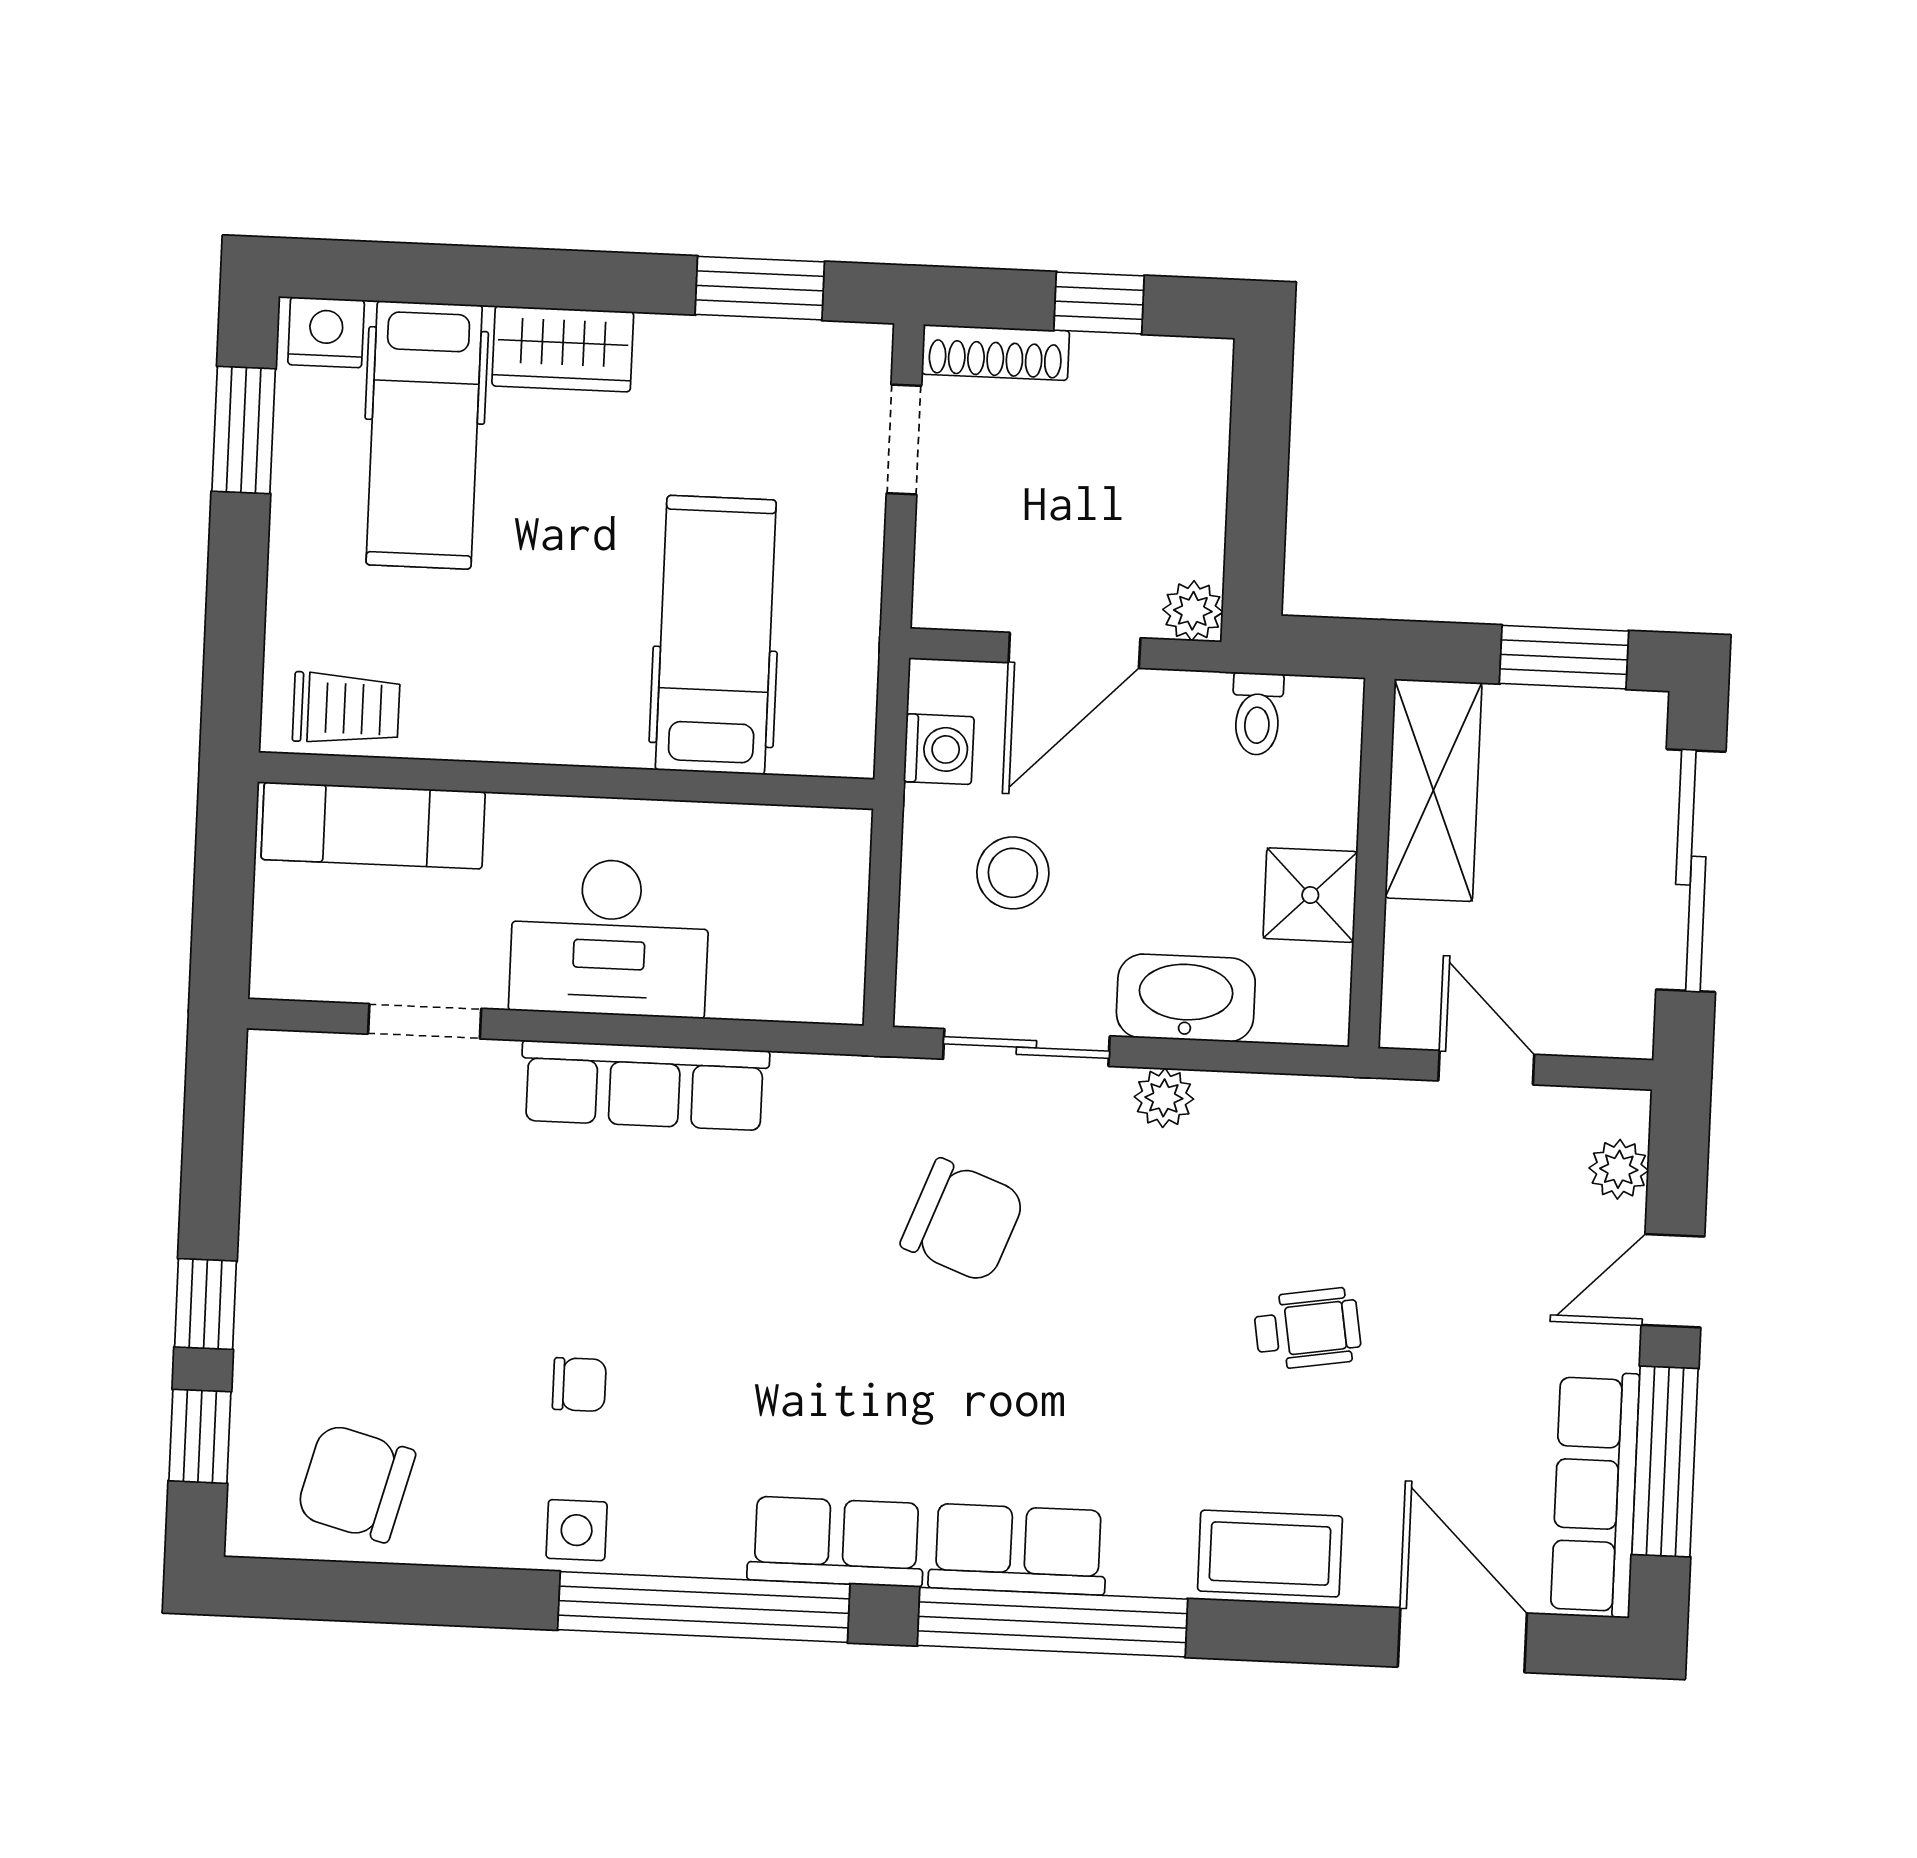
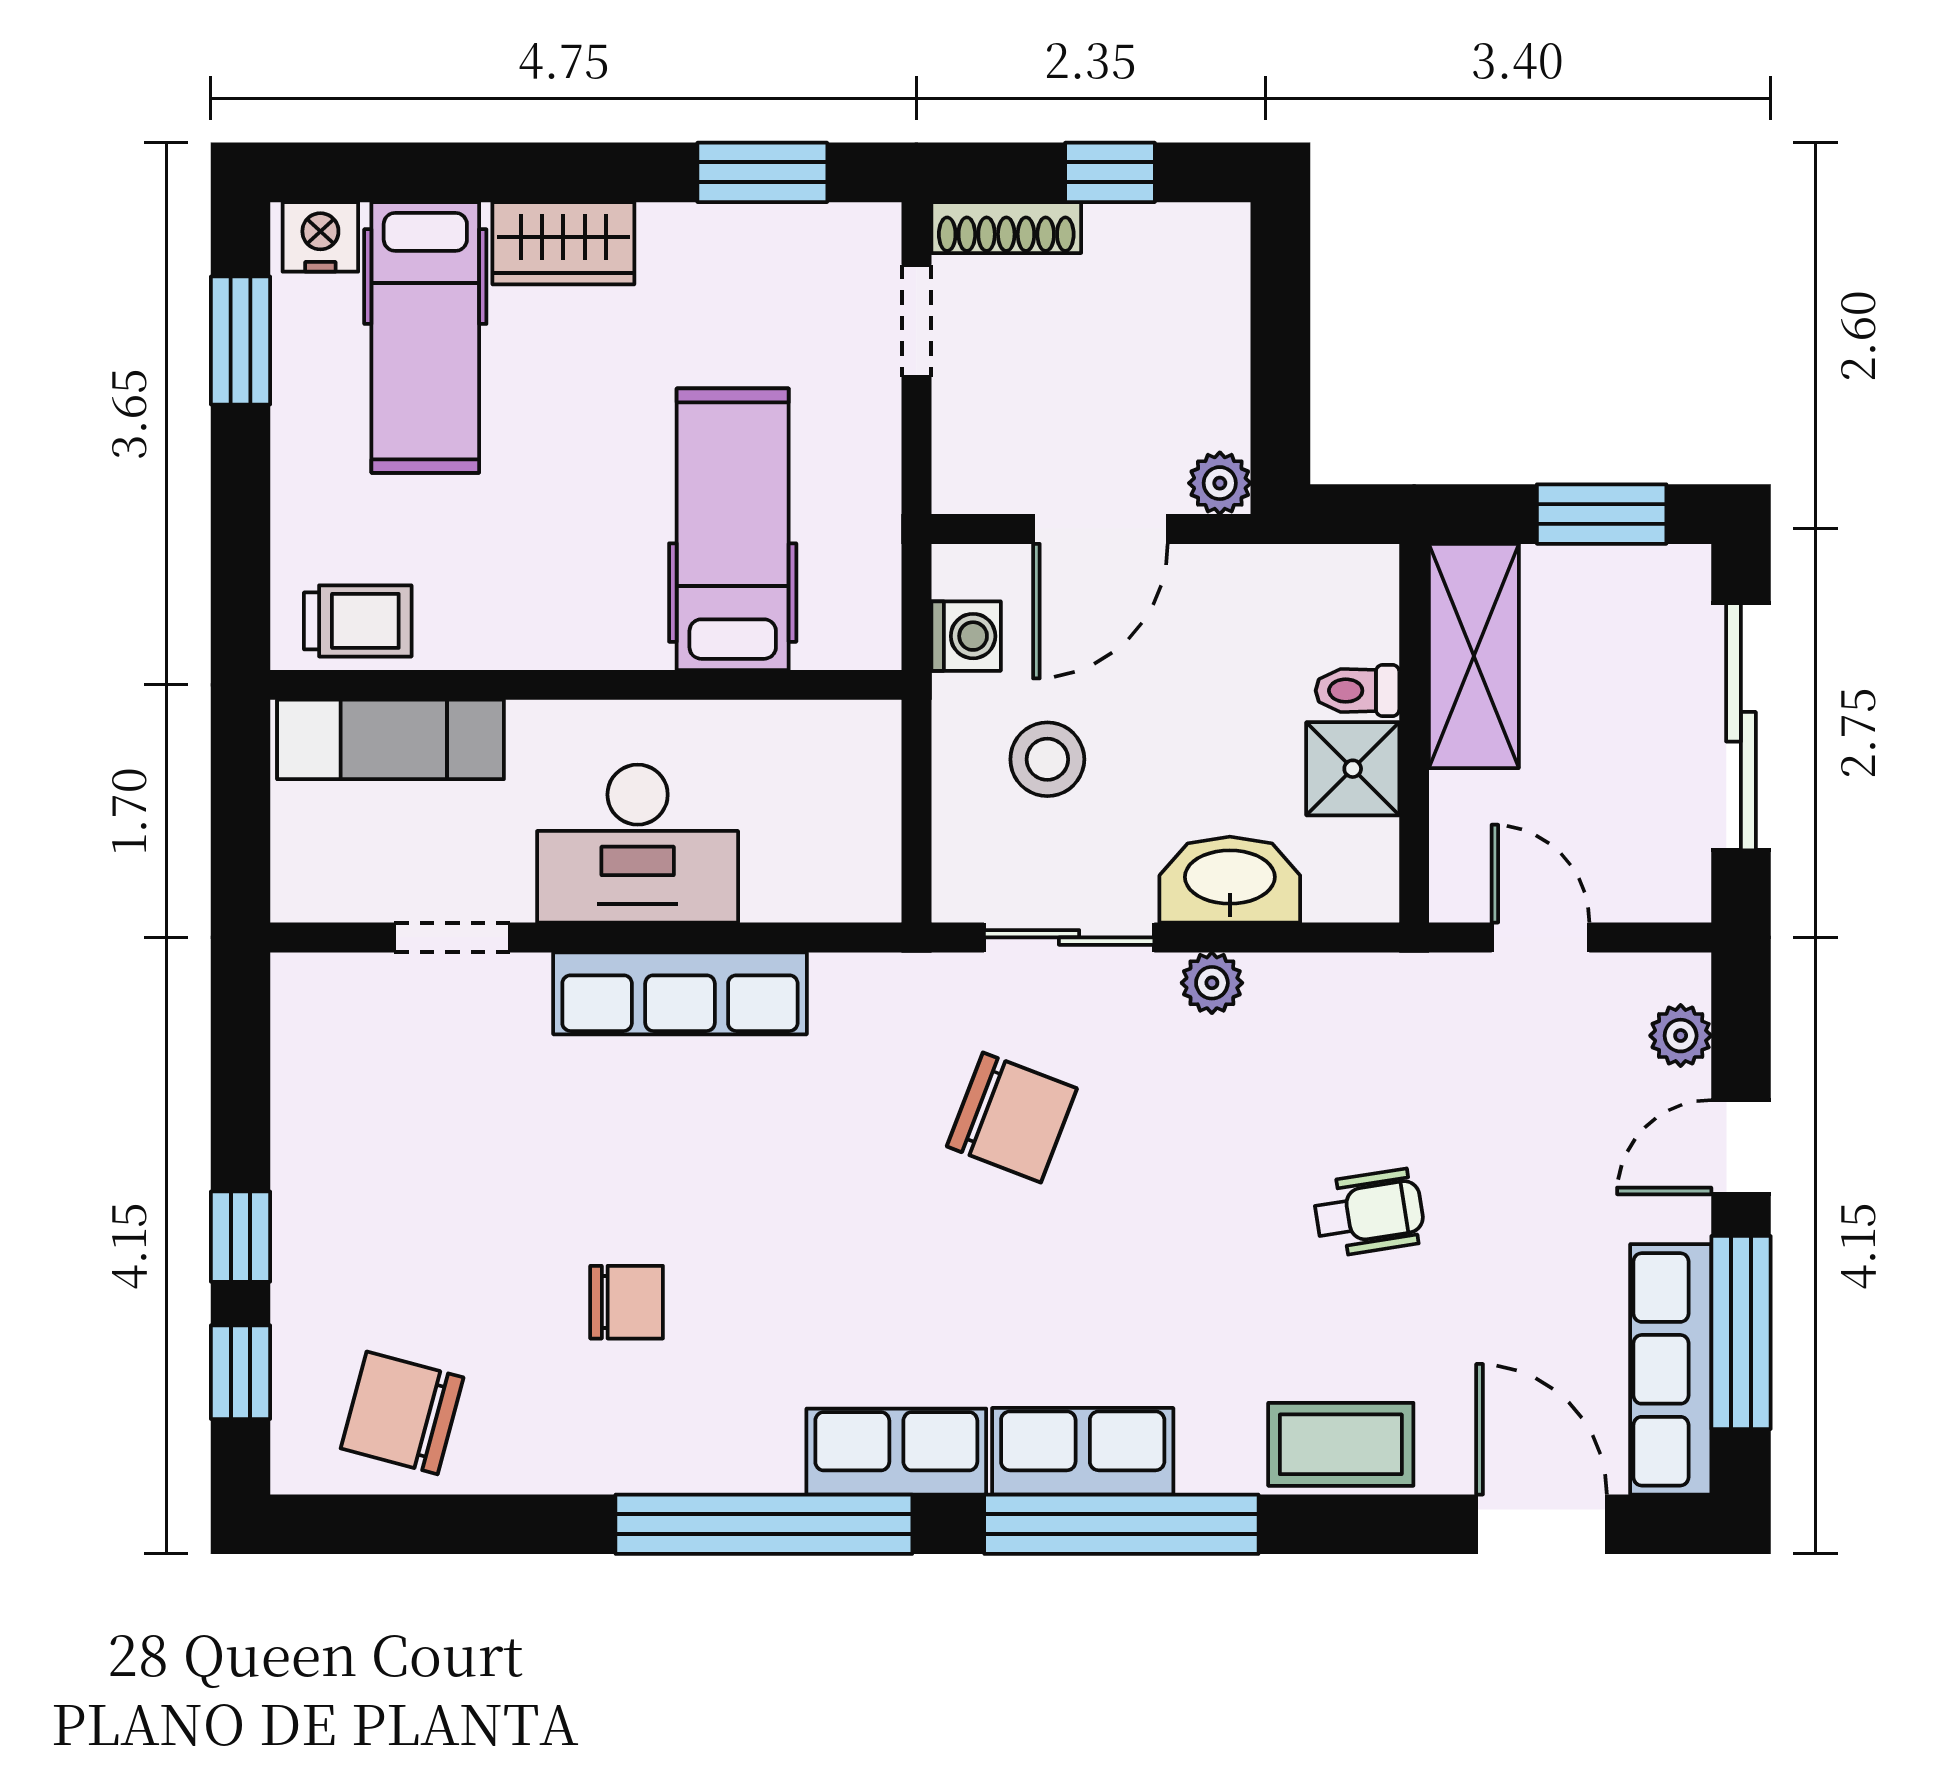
toilet: (1257, 714) -> (1357, 691), moved, turned 90
chair: (579, 1385) -> (627, 1302), width x1.37, depth x1.37
side table: (577, 1530) -> (630, 1451), removed

